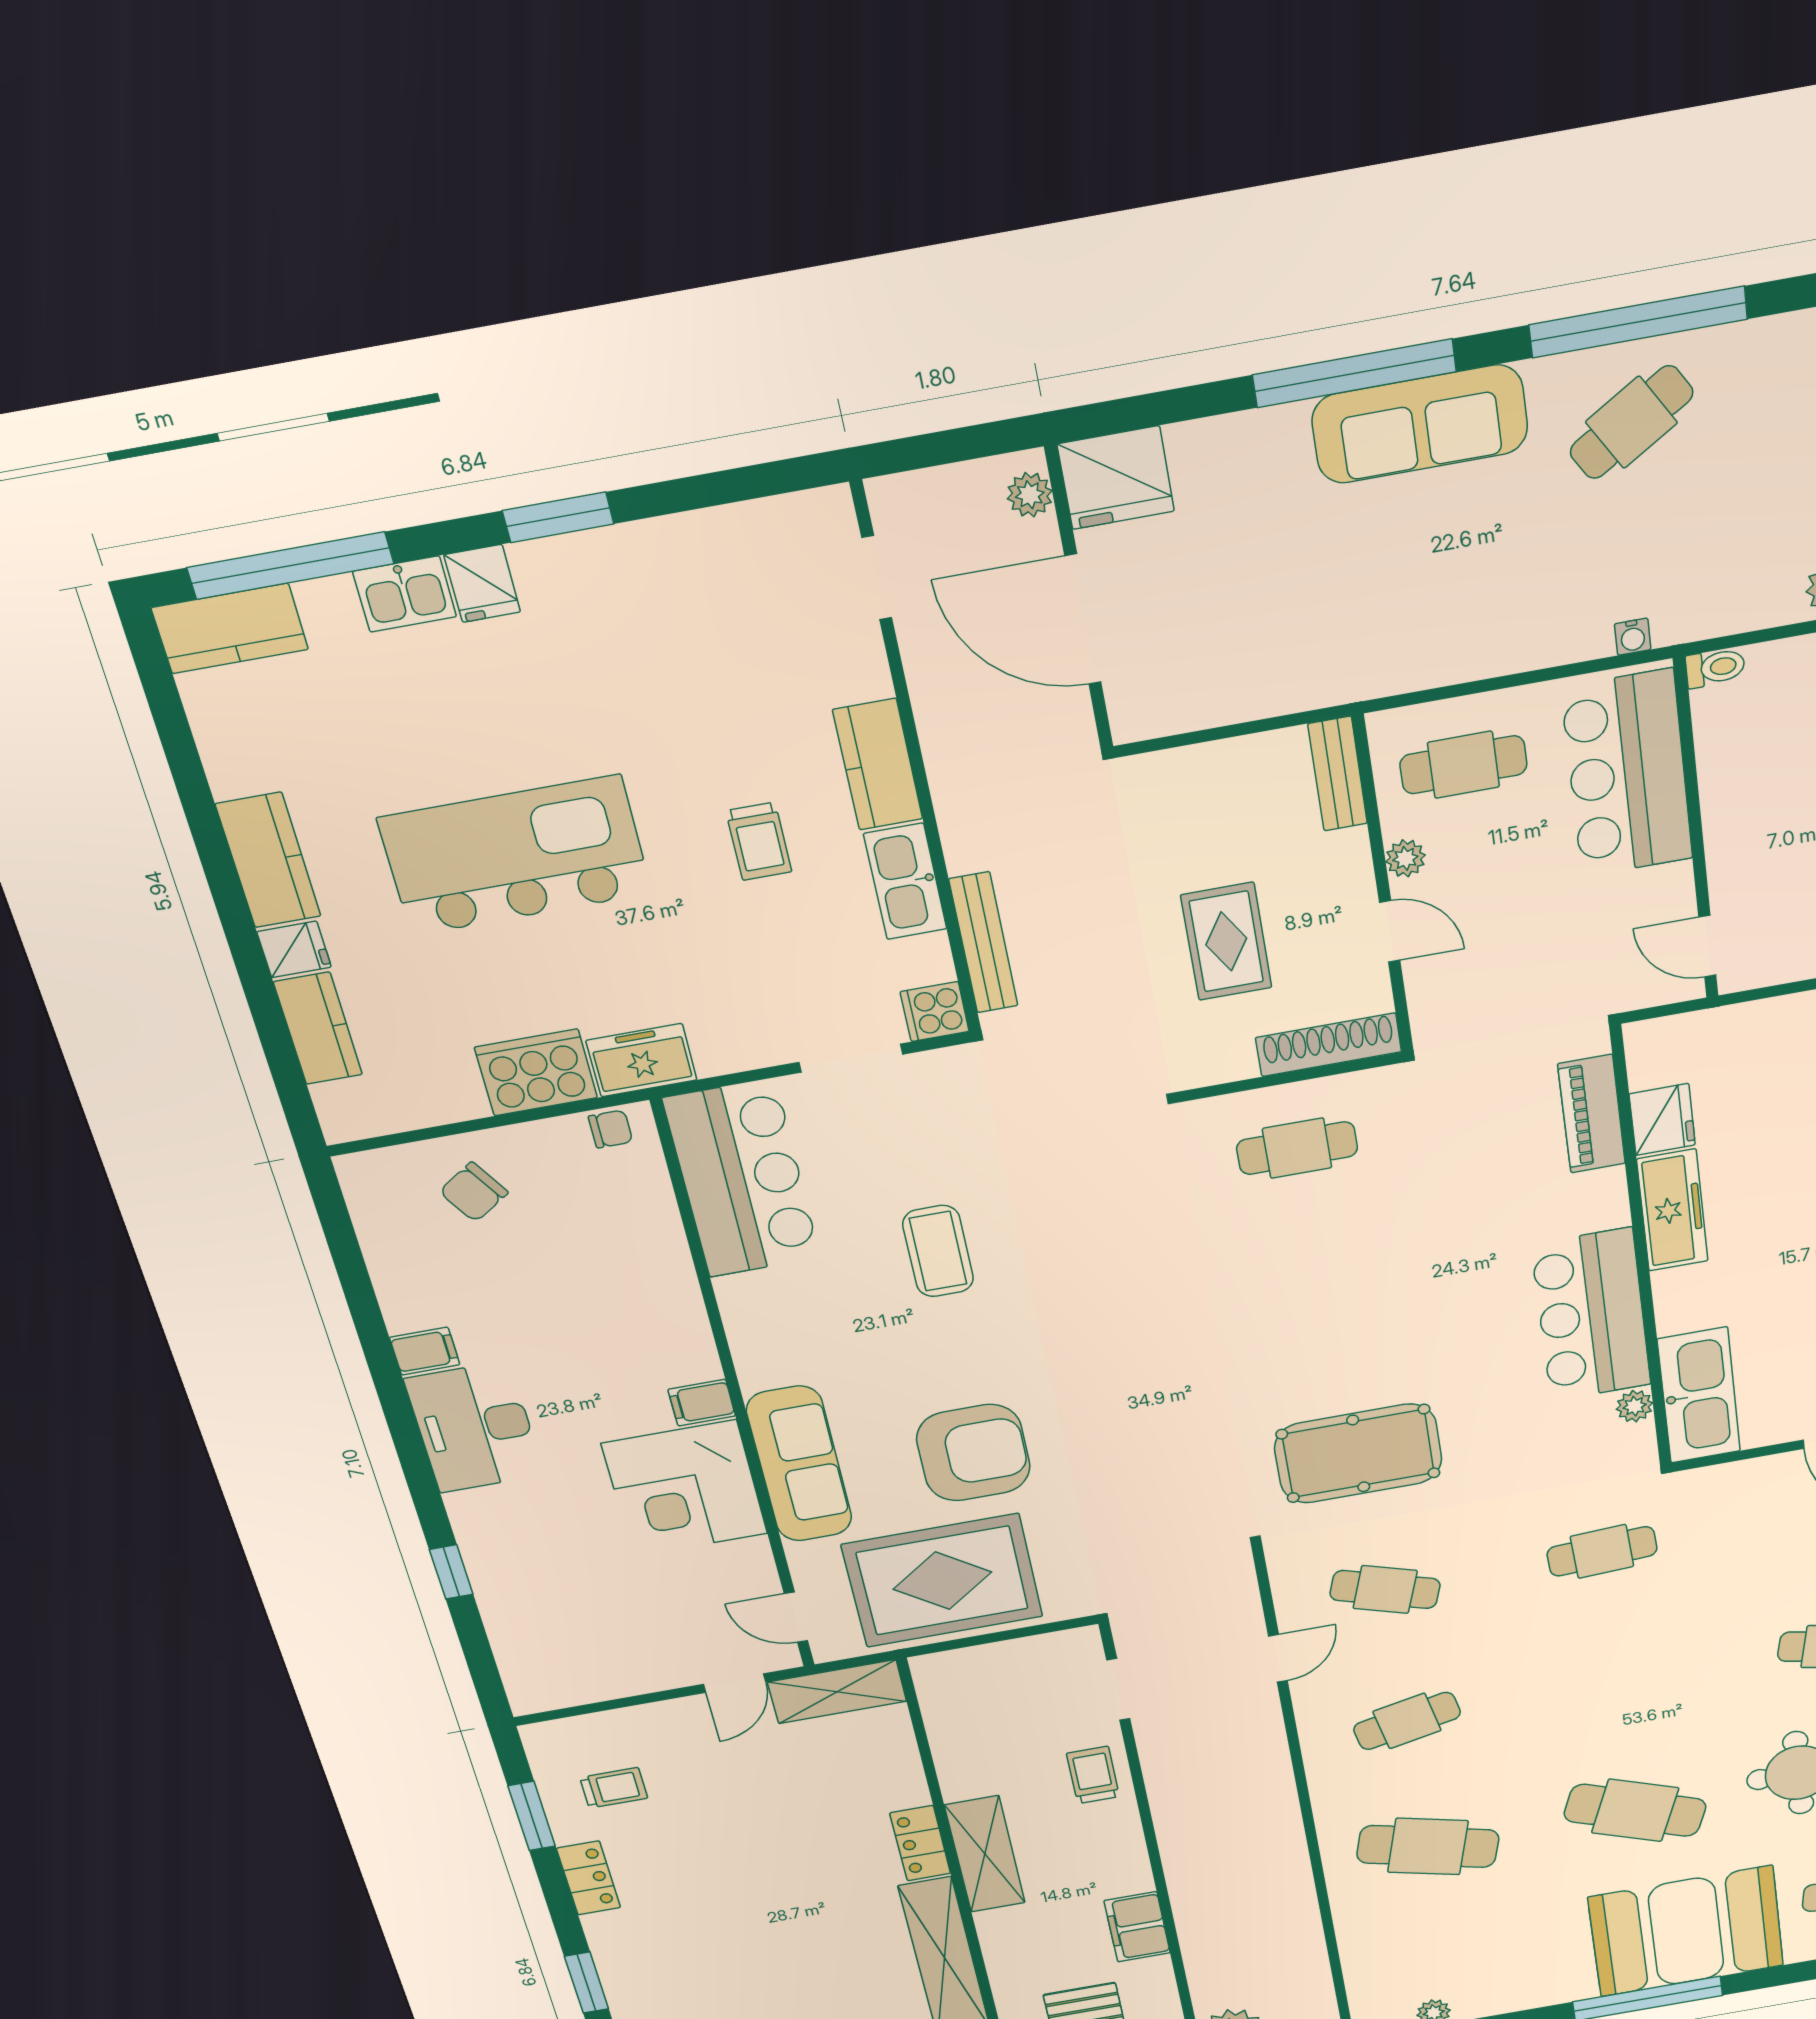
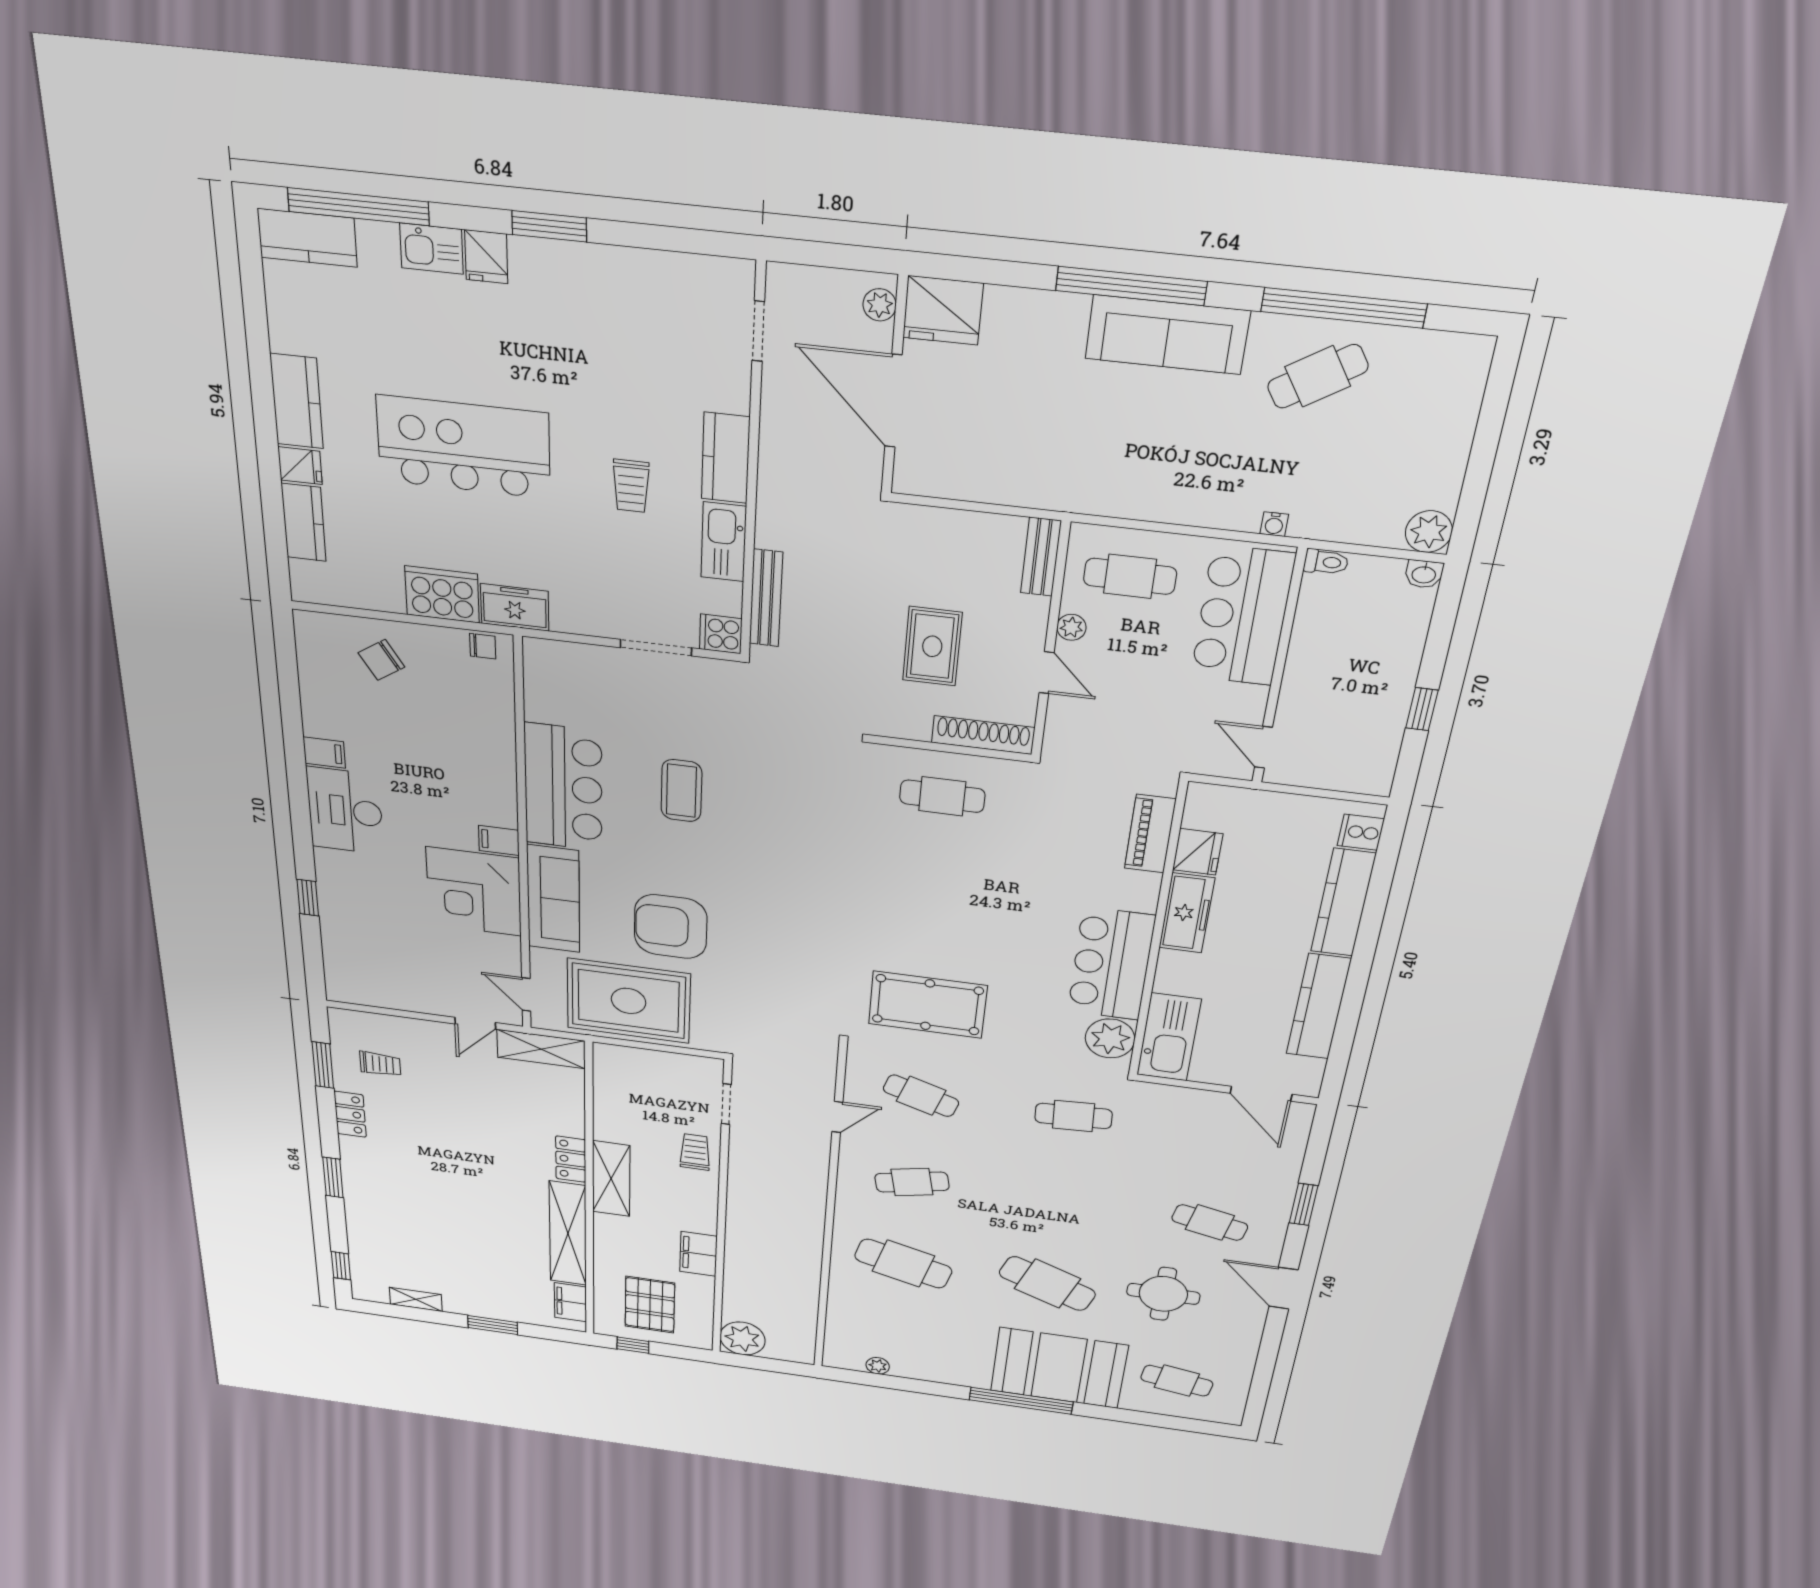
bar counter: (742, 1179) -> (563, 787), moved
plant: (1635, 1406) -> (1110, 1038), width x1.87, depth x1.87
armchair: (973, 1453) -> (671, 927), turned 180

